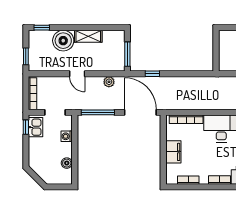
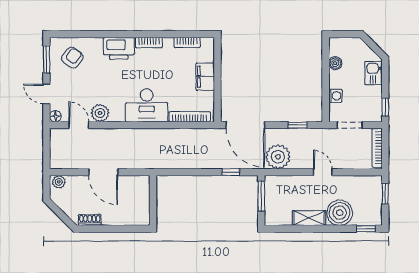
plant: (109, 82) -> (278, 157), width x1.87, depth x1.87
window: (98, 112) -> (297, 125), width x0.46
kitchen sink: (36, 127) -> (374, 73), moved

